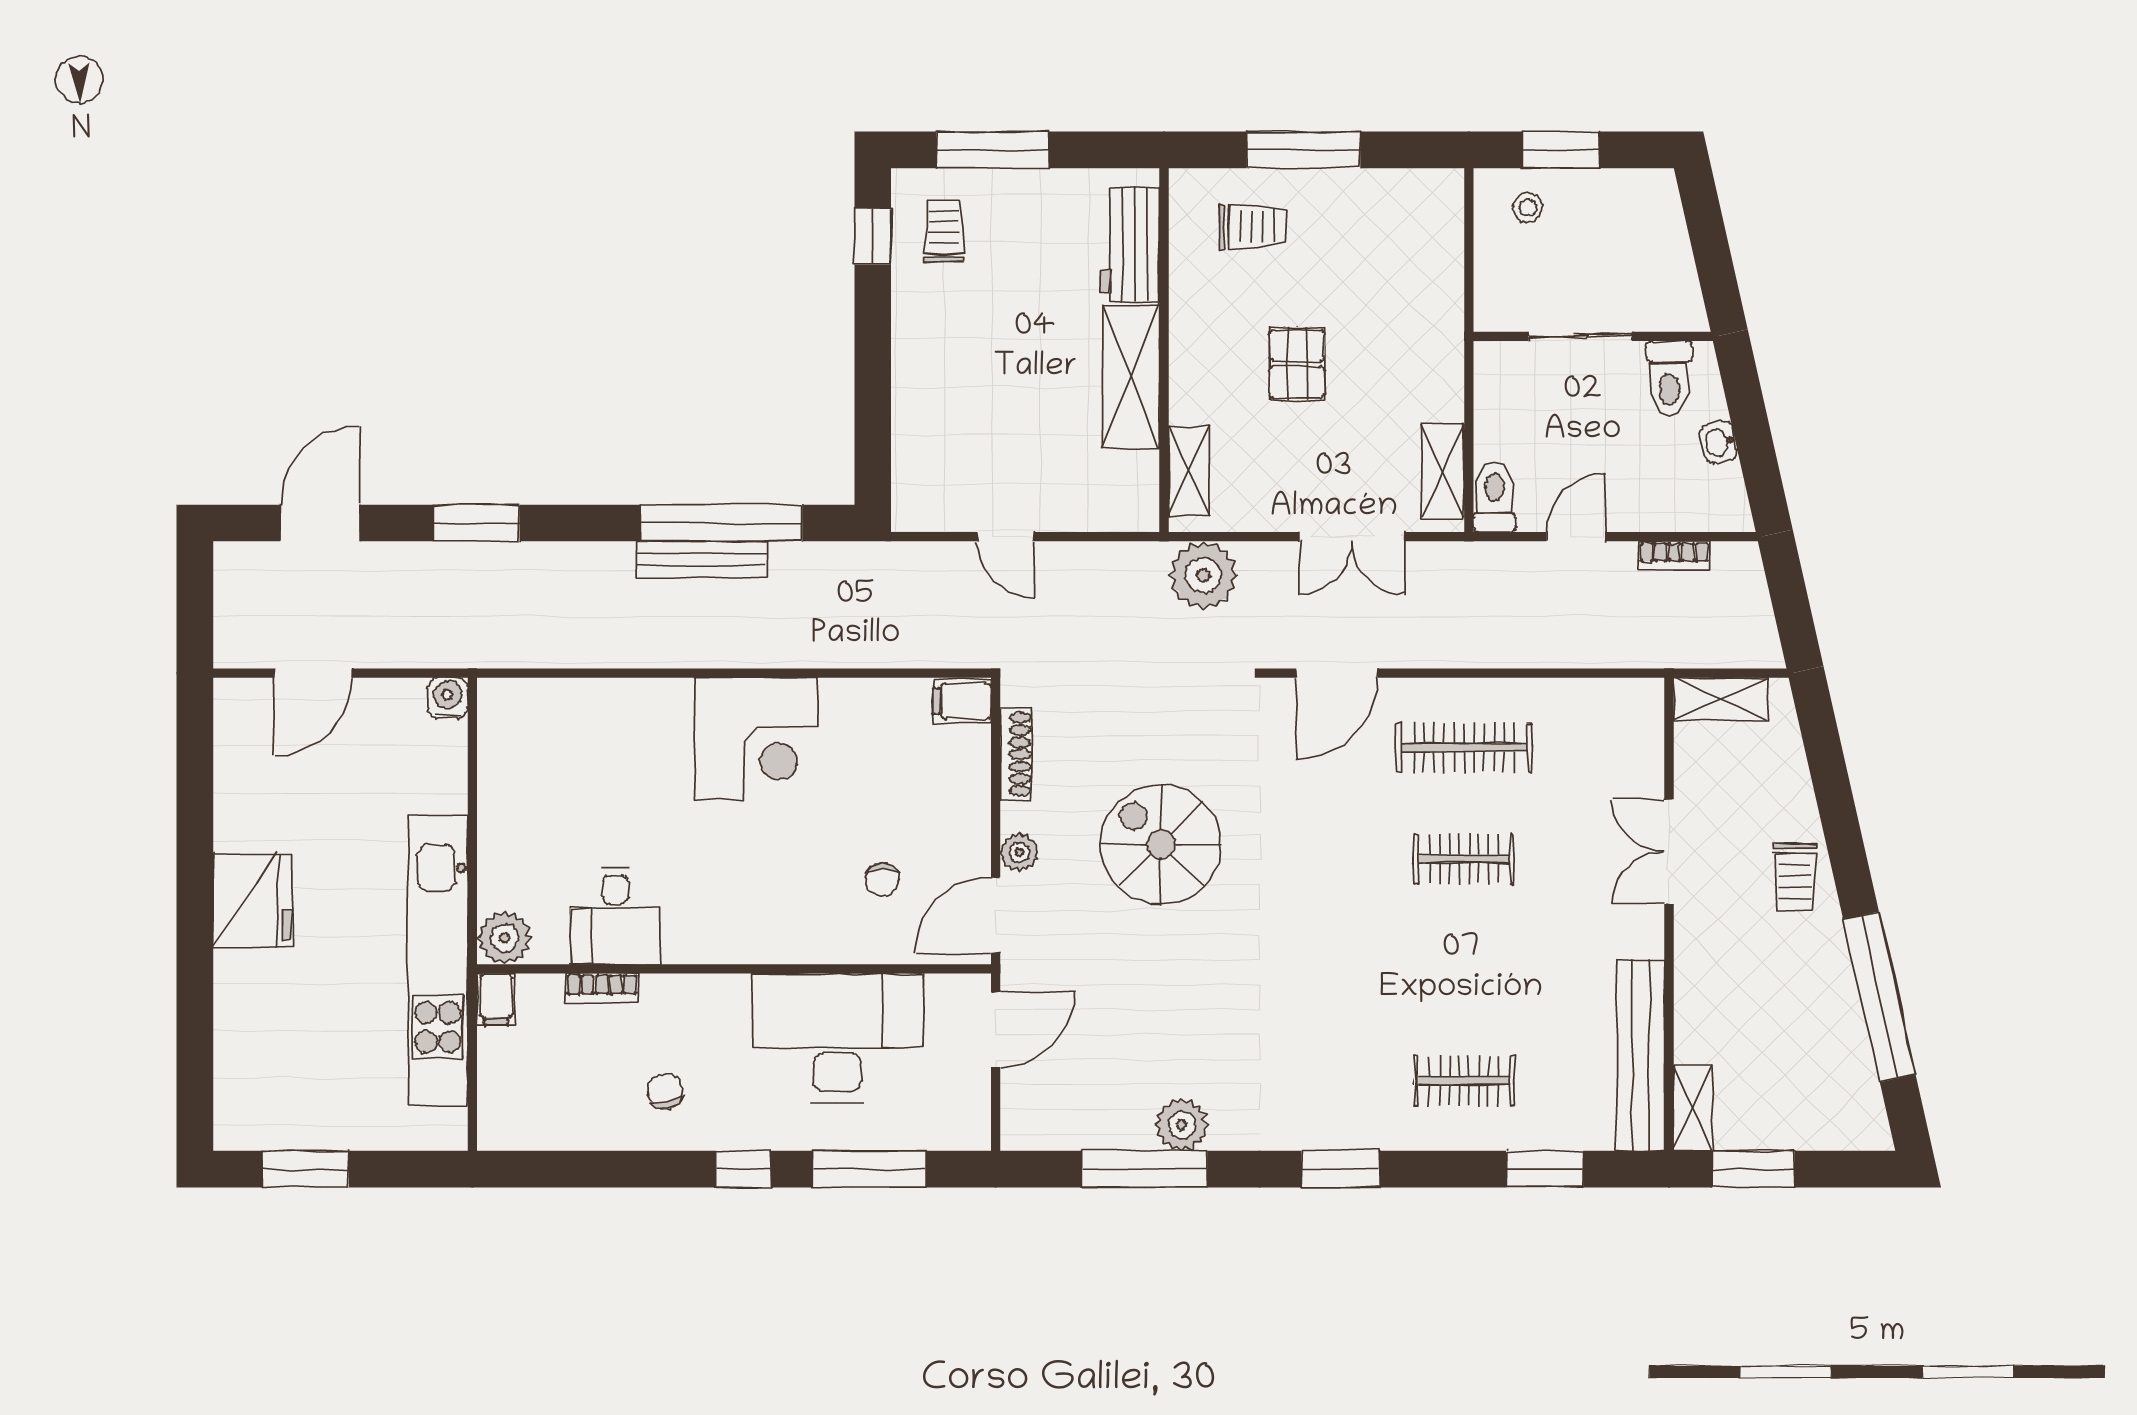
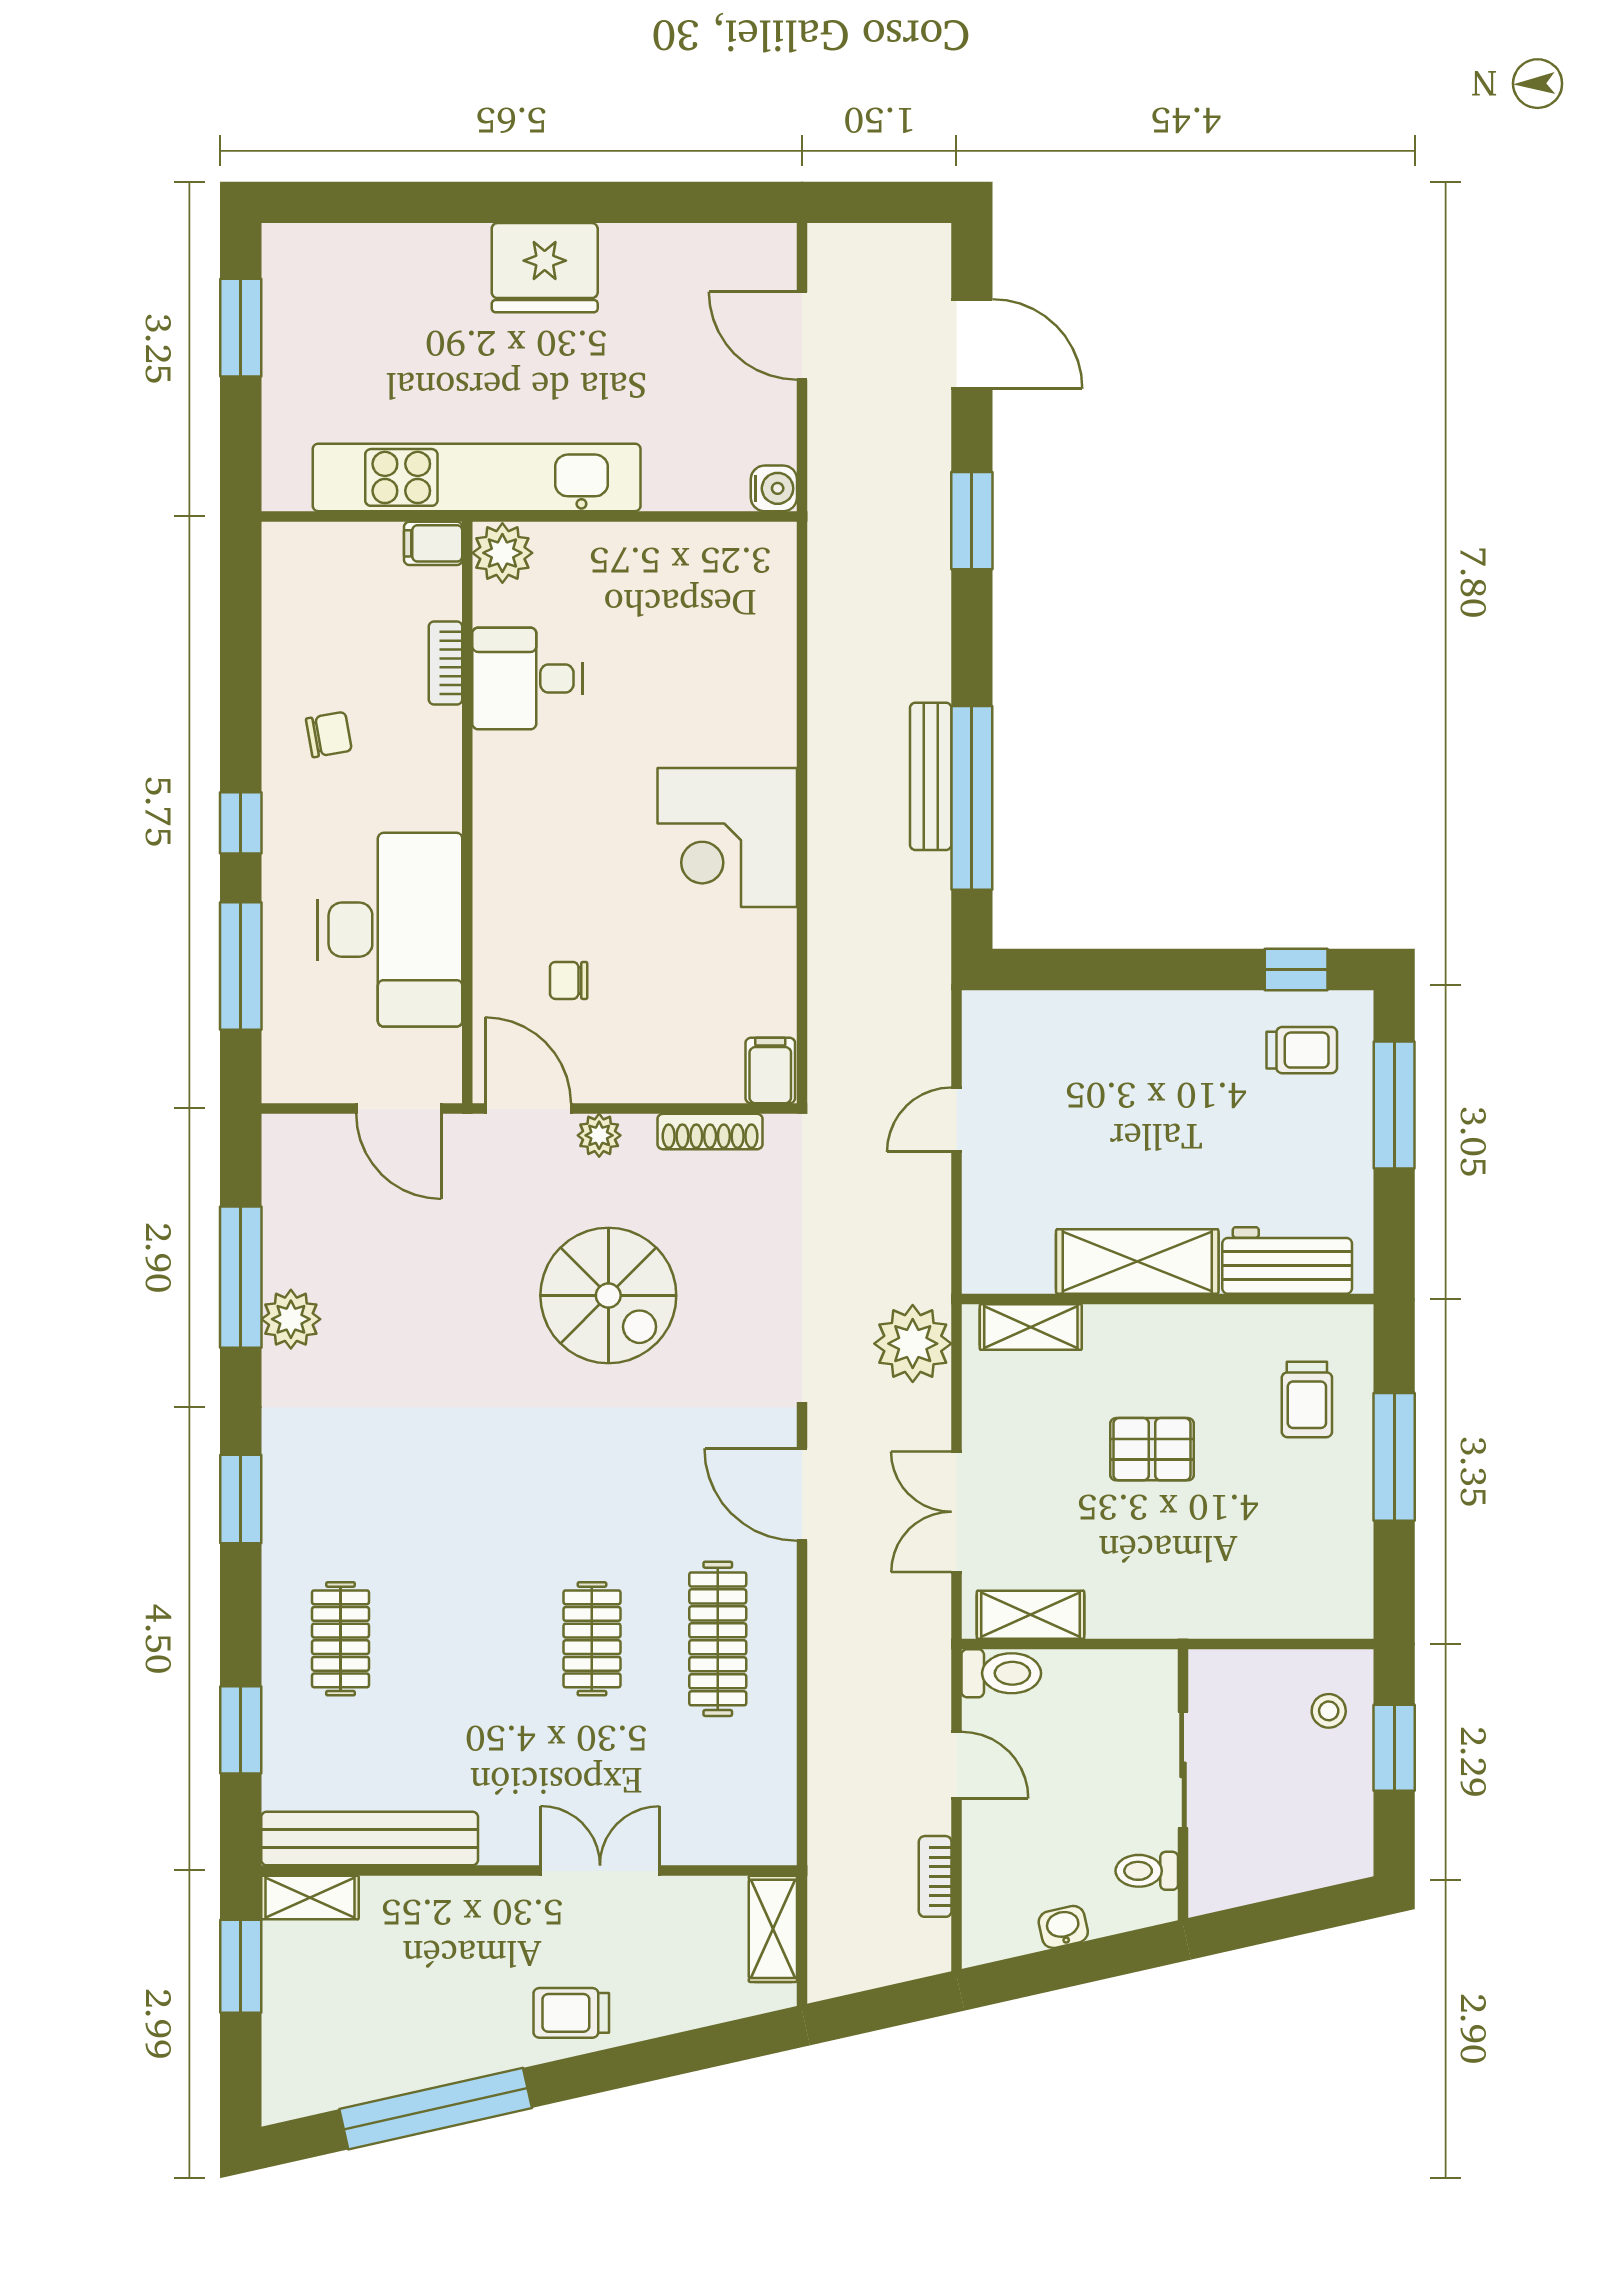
toilet: (1669, 379) -> (1147, 1871), width x0.73, depth x0.72
spiral stairs: (1161, 844) -> (608, 1295), turned 90

